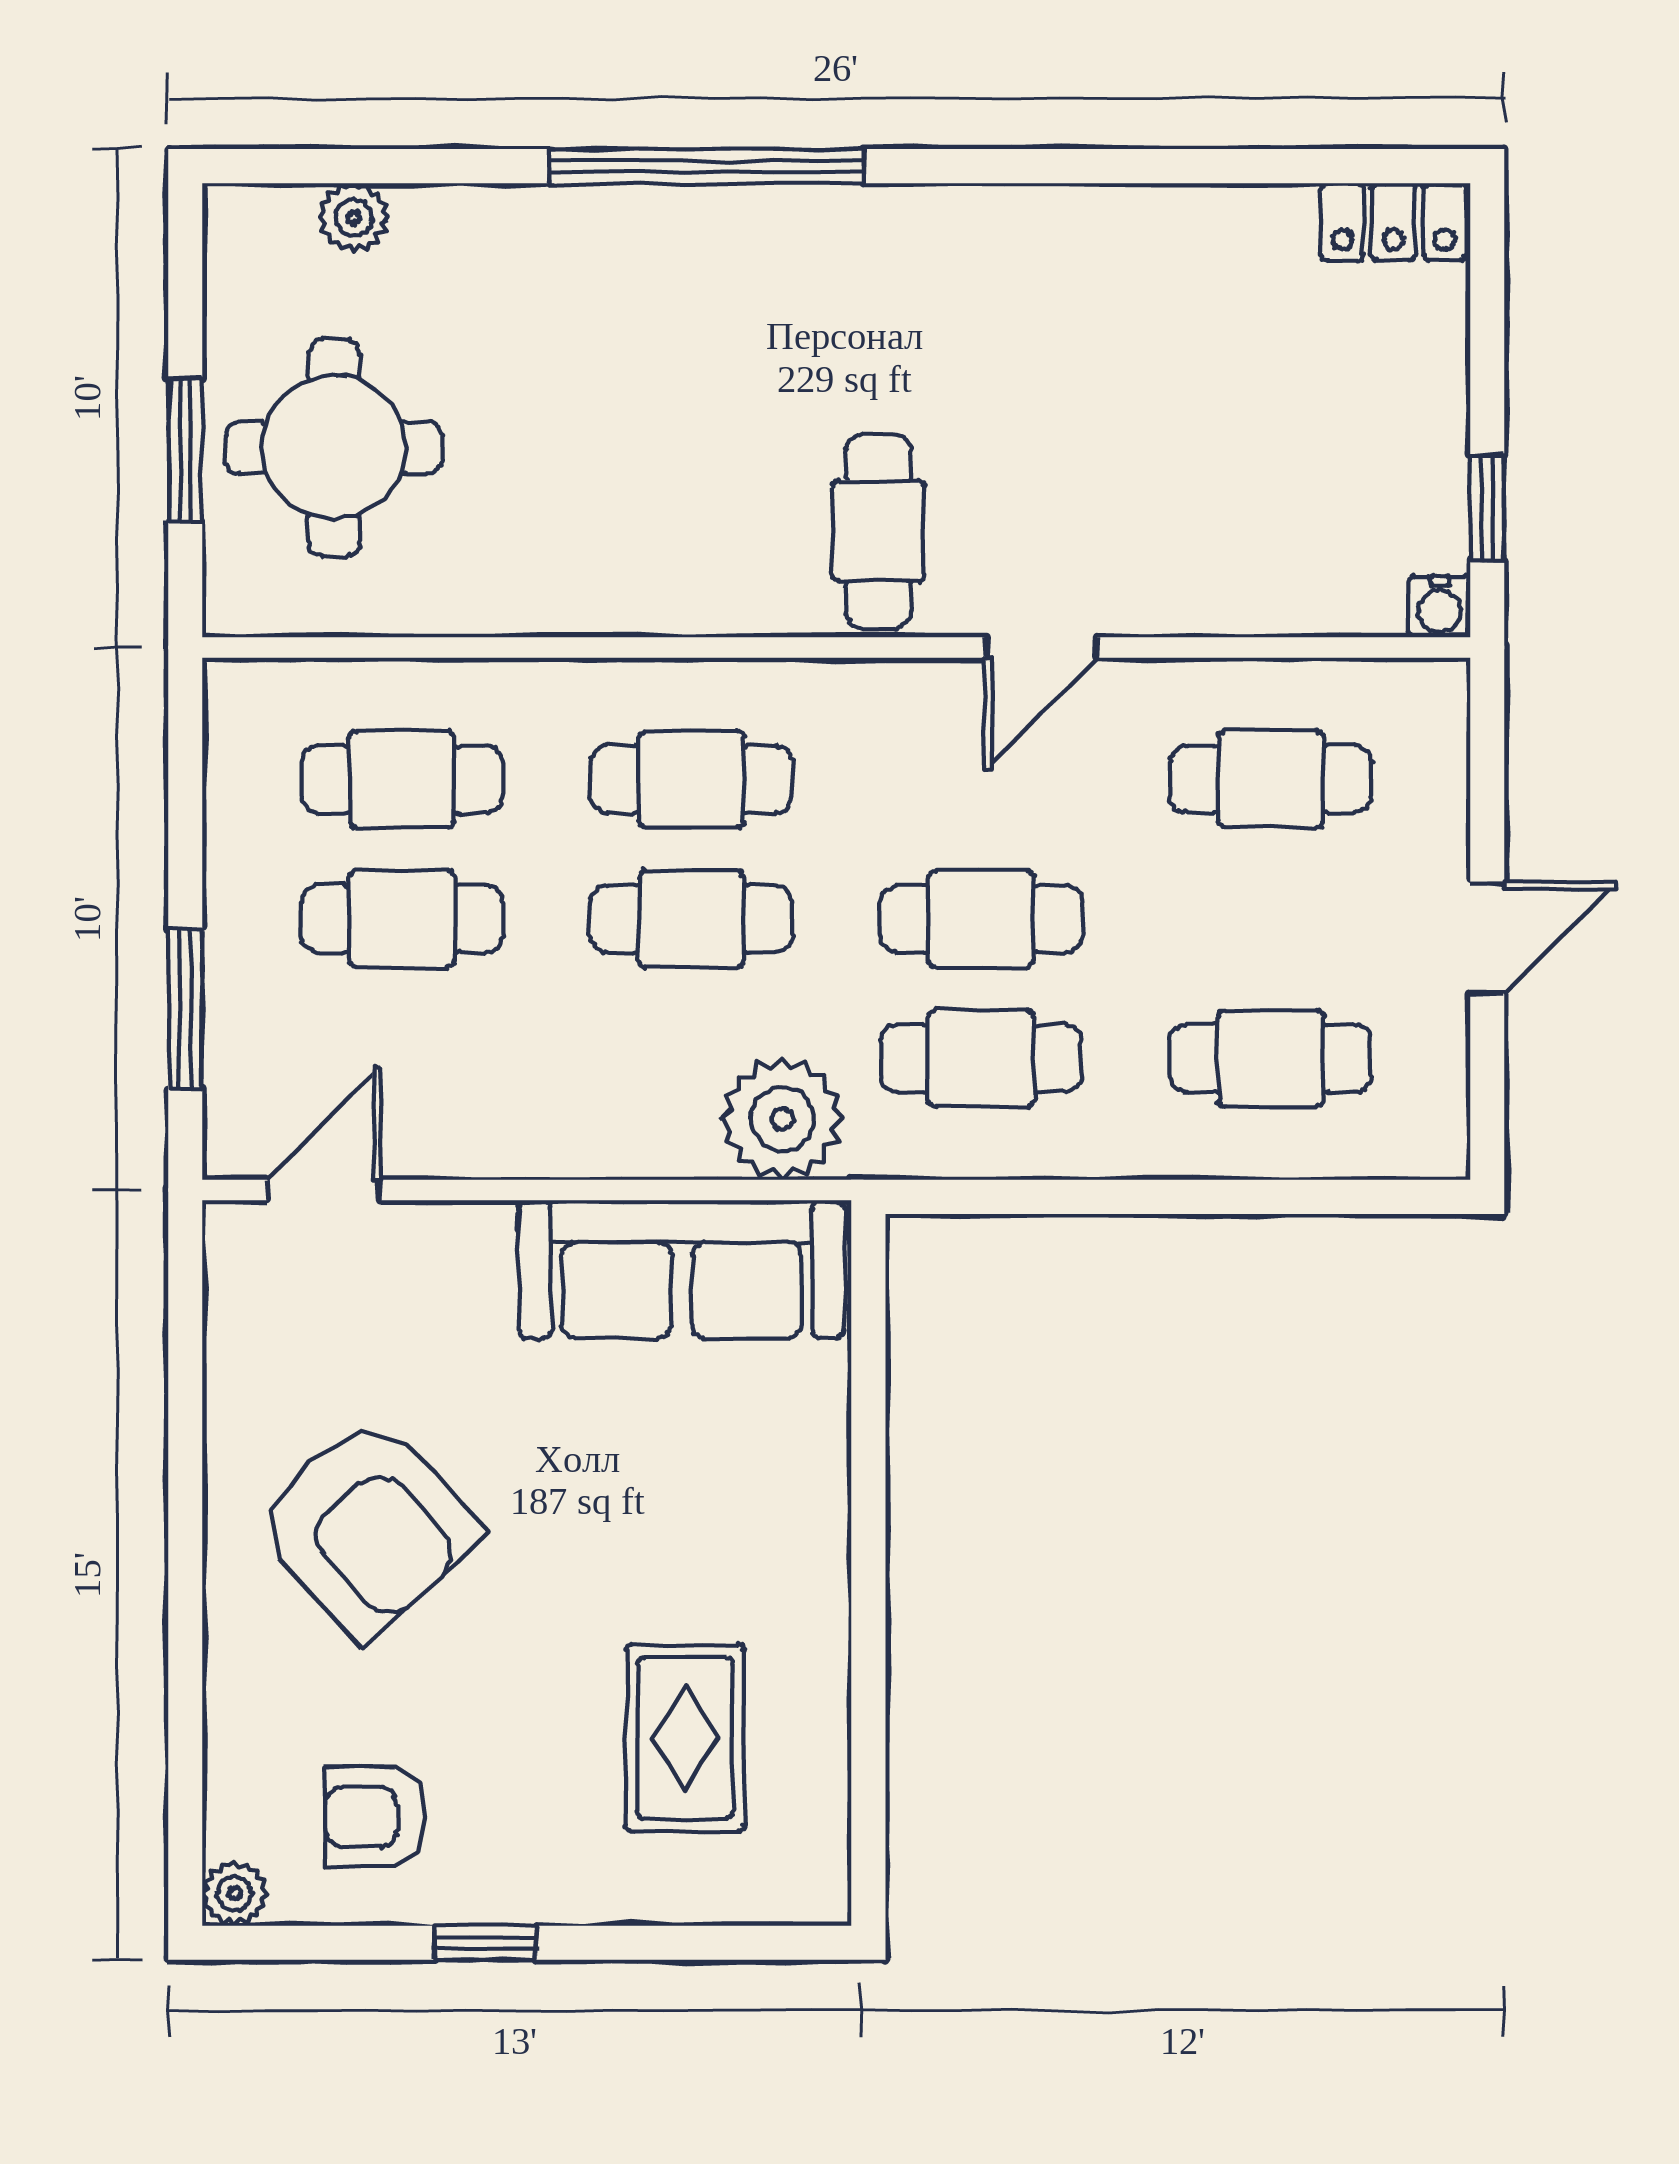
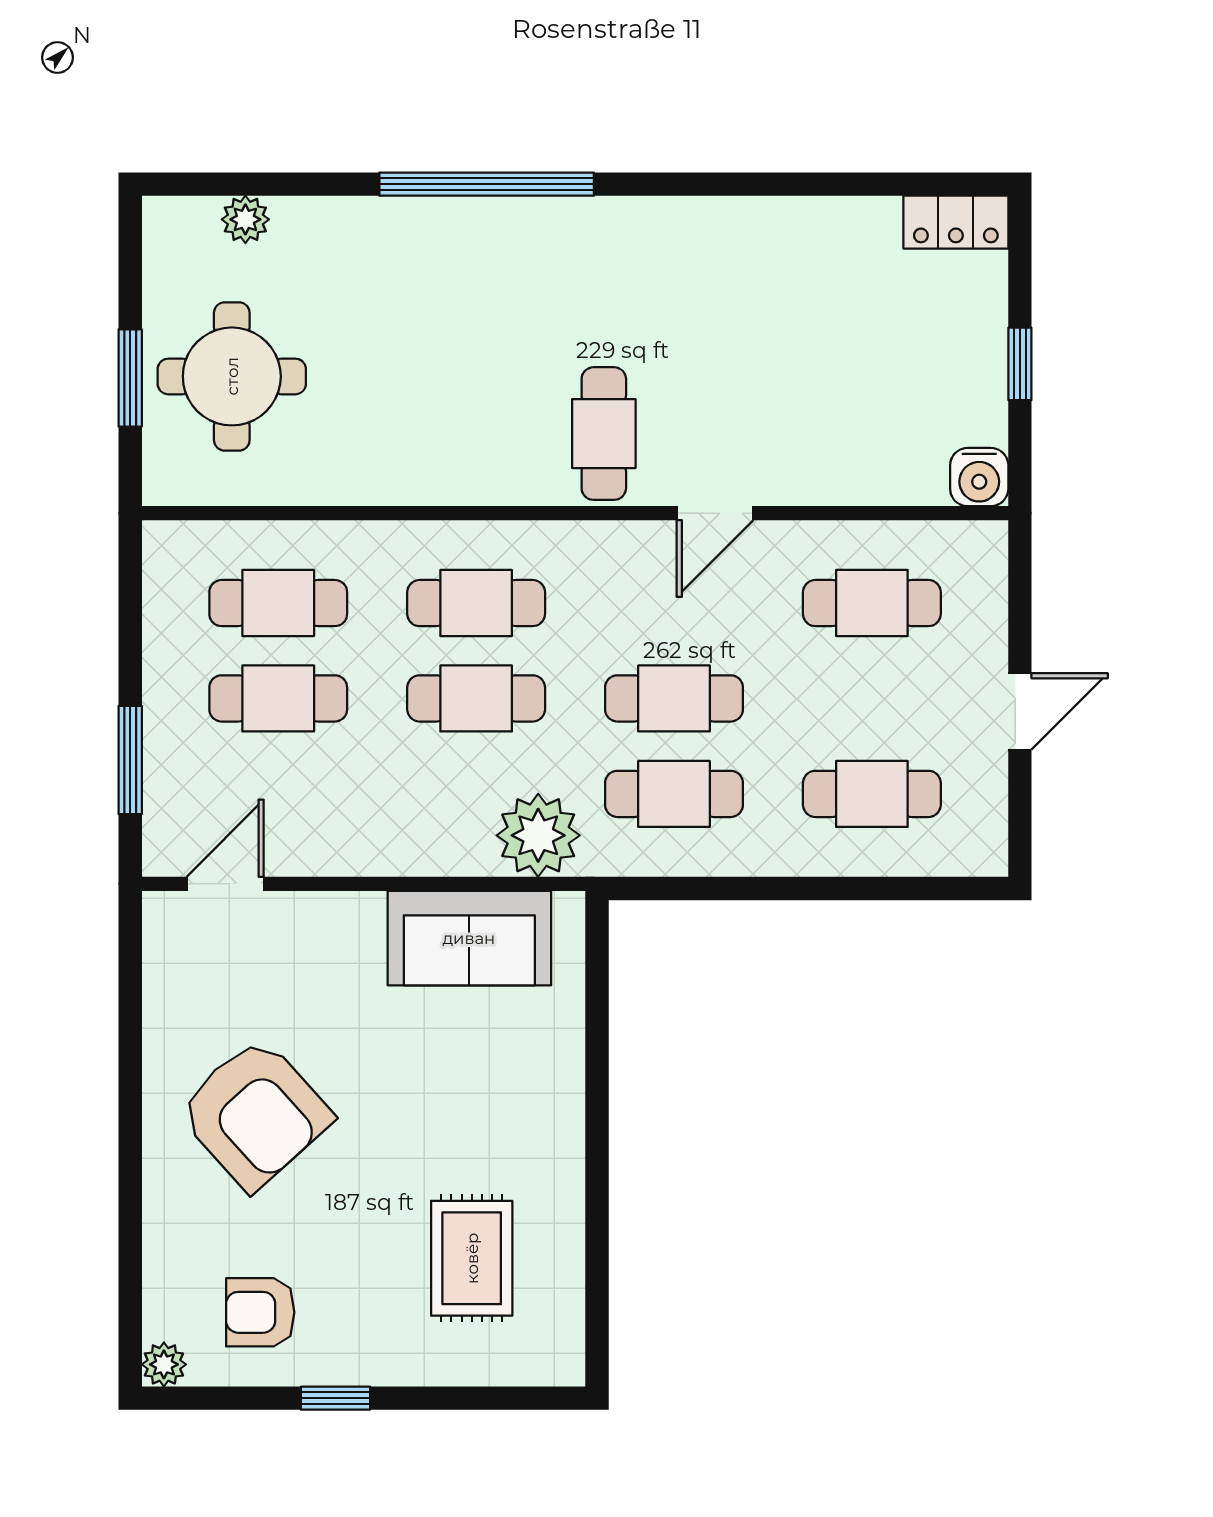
window: (1487, 508) -> (1020, 364), moved
water cooler: (1439, 607) -> (979, 477), width x1.38, depth x1.38
sofa: (682, 1269) -> (469, 938), width x0.73

